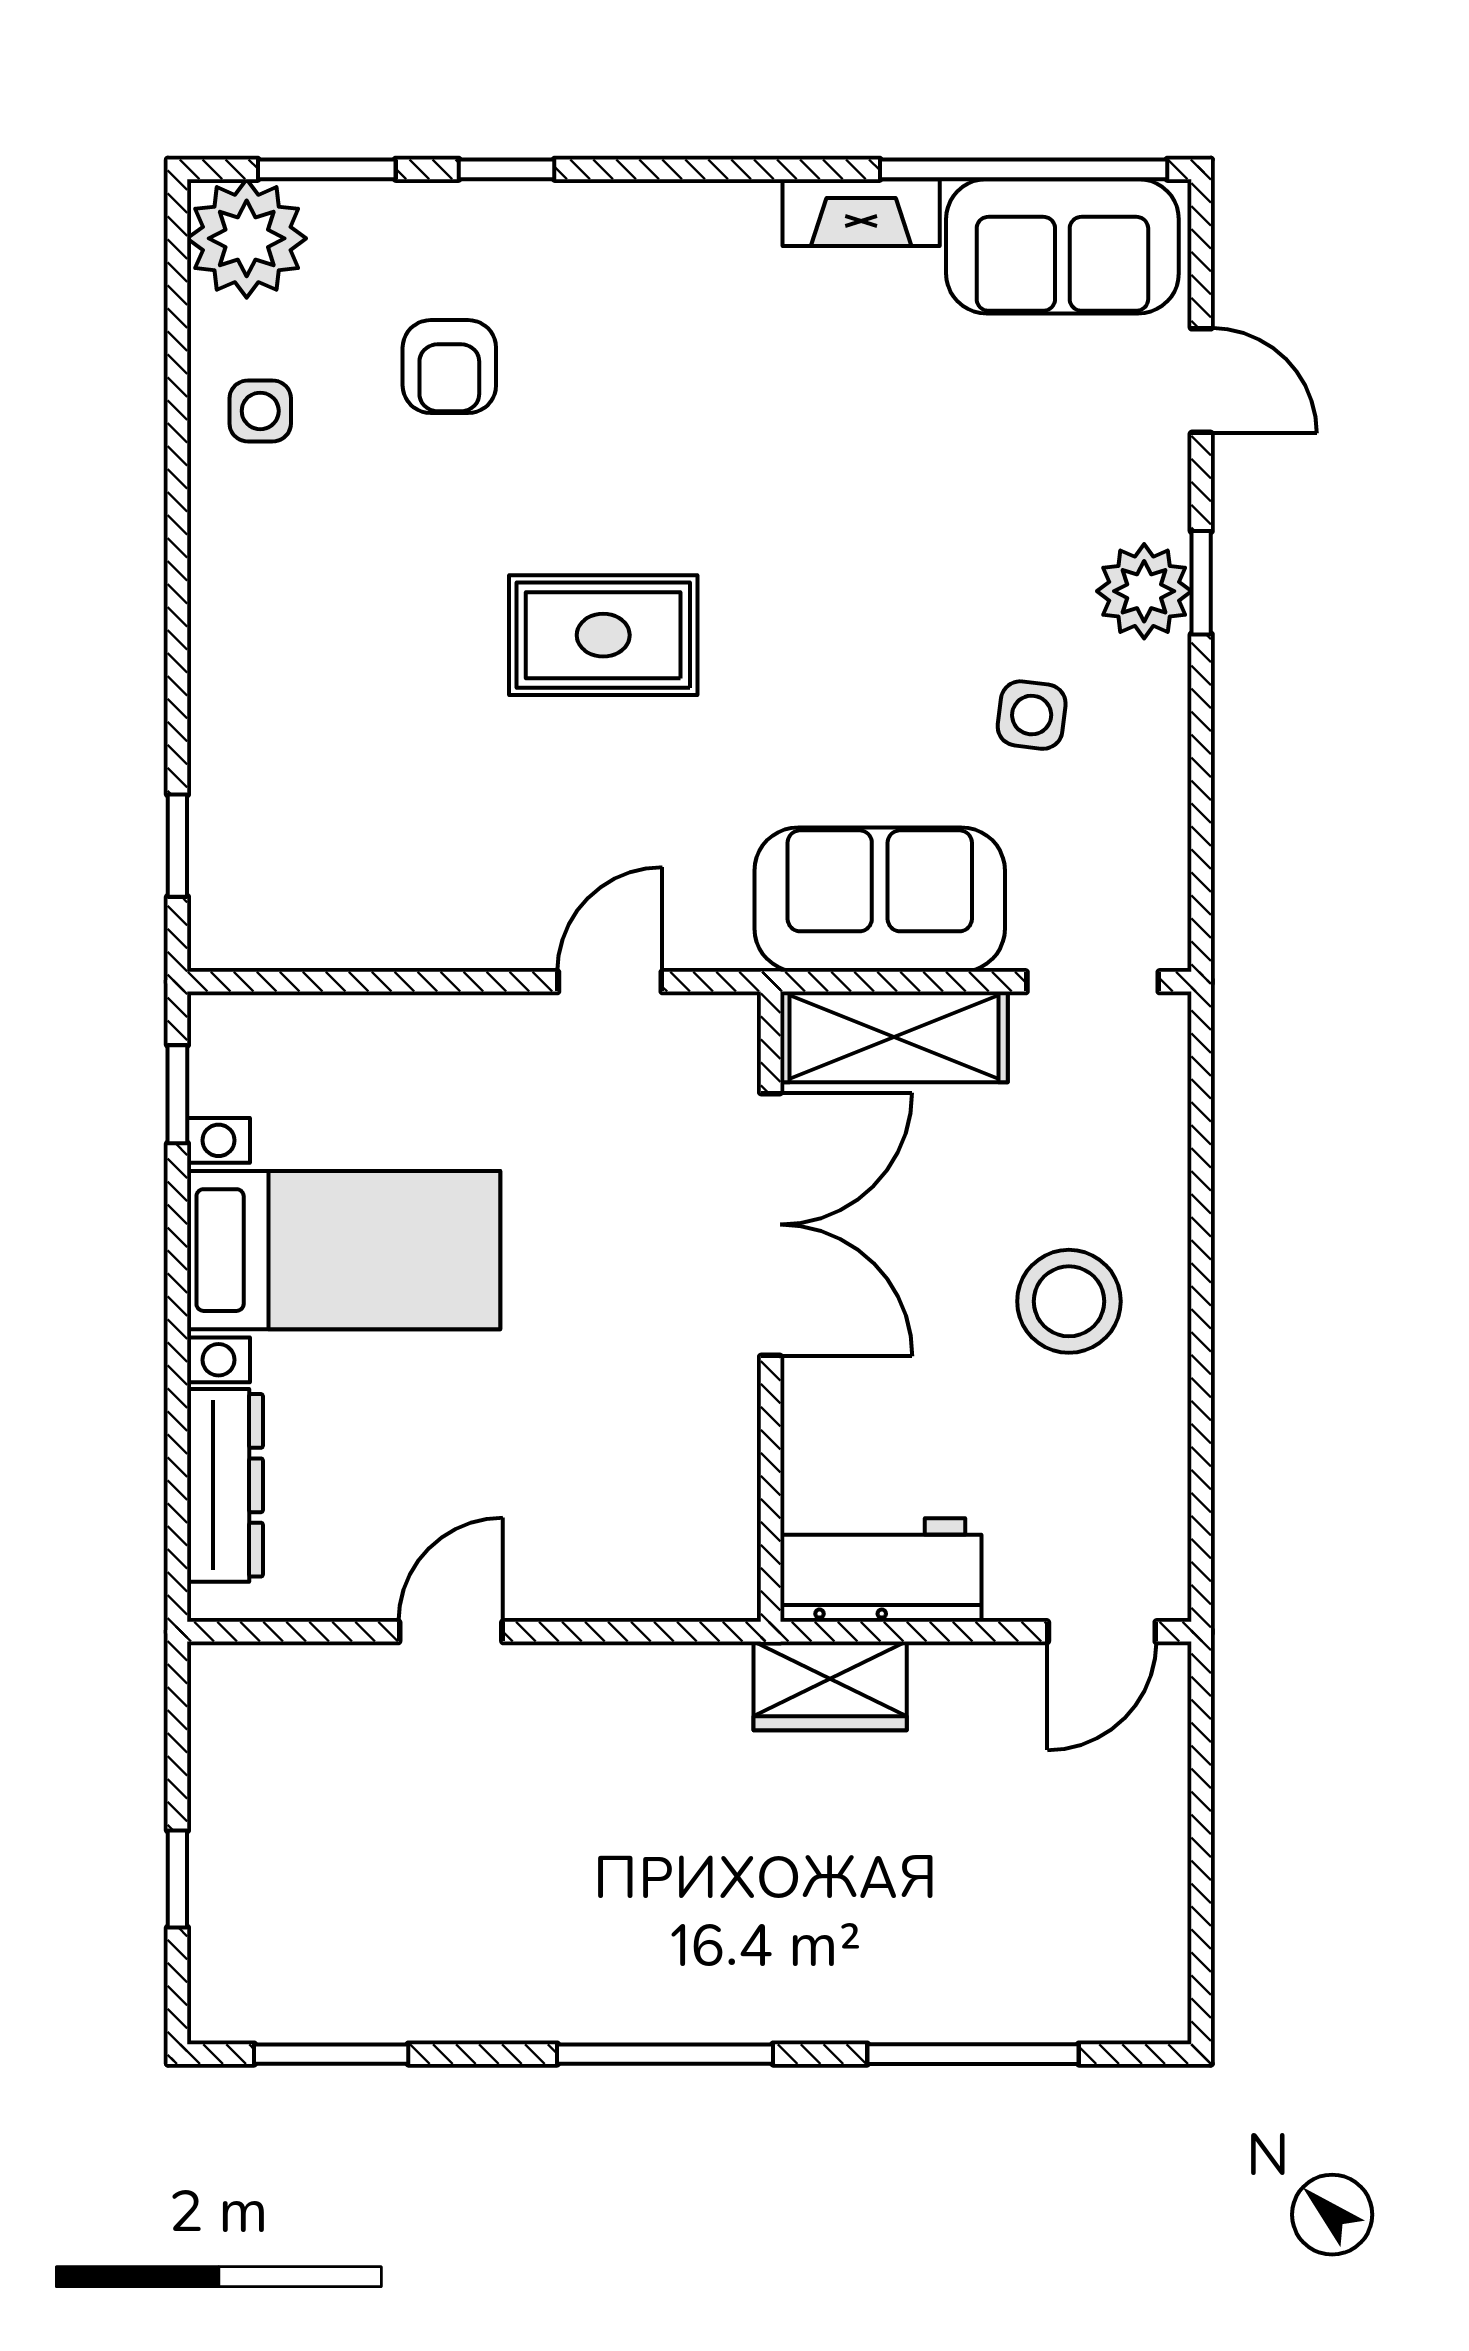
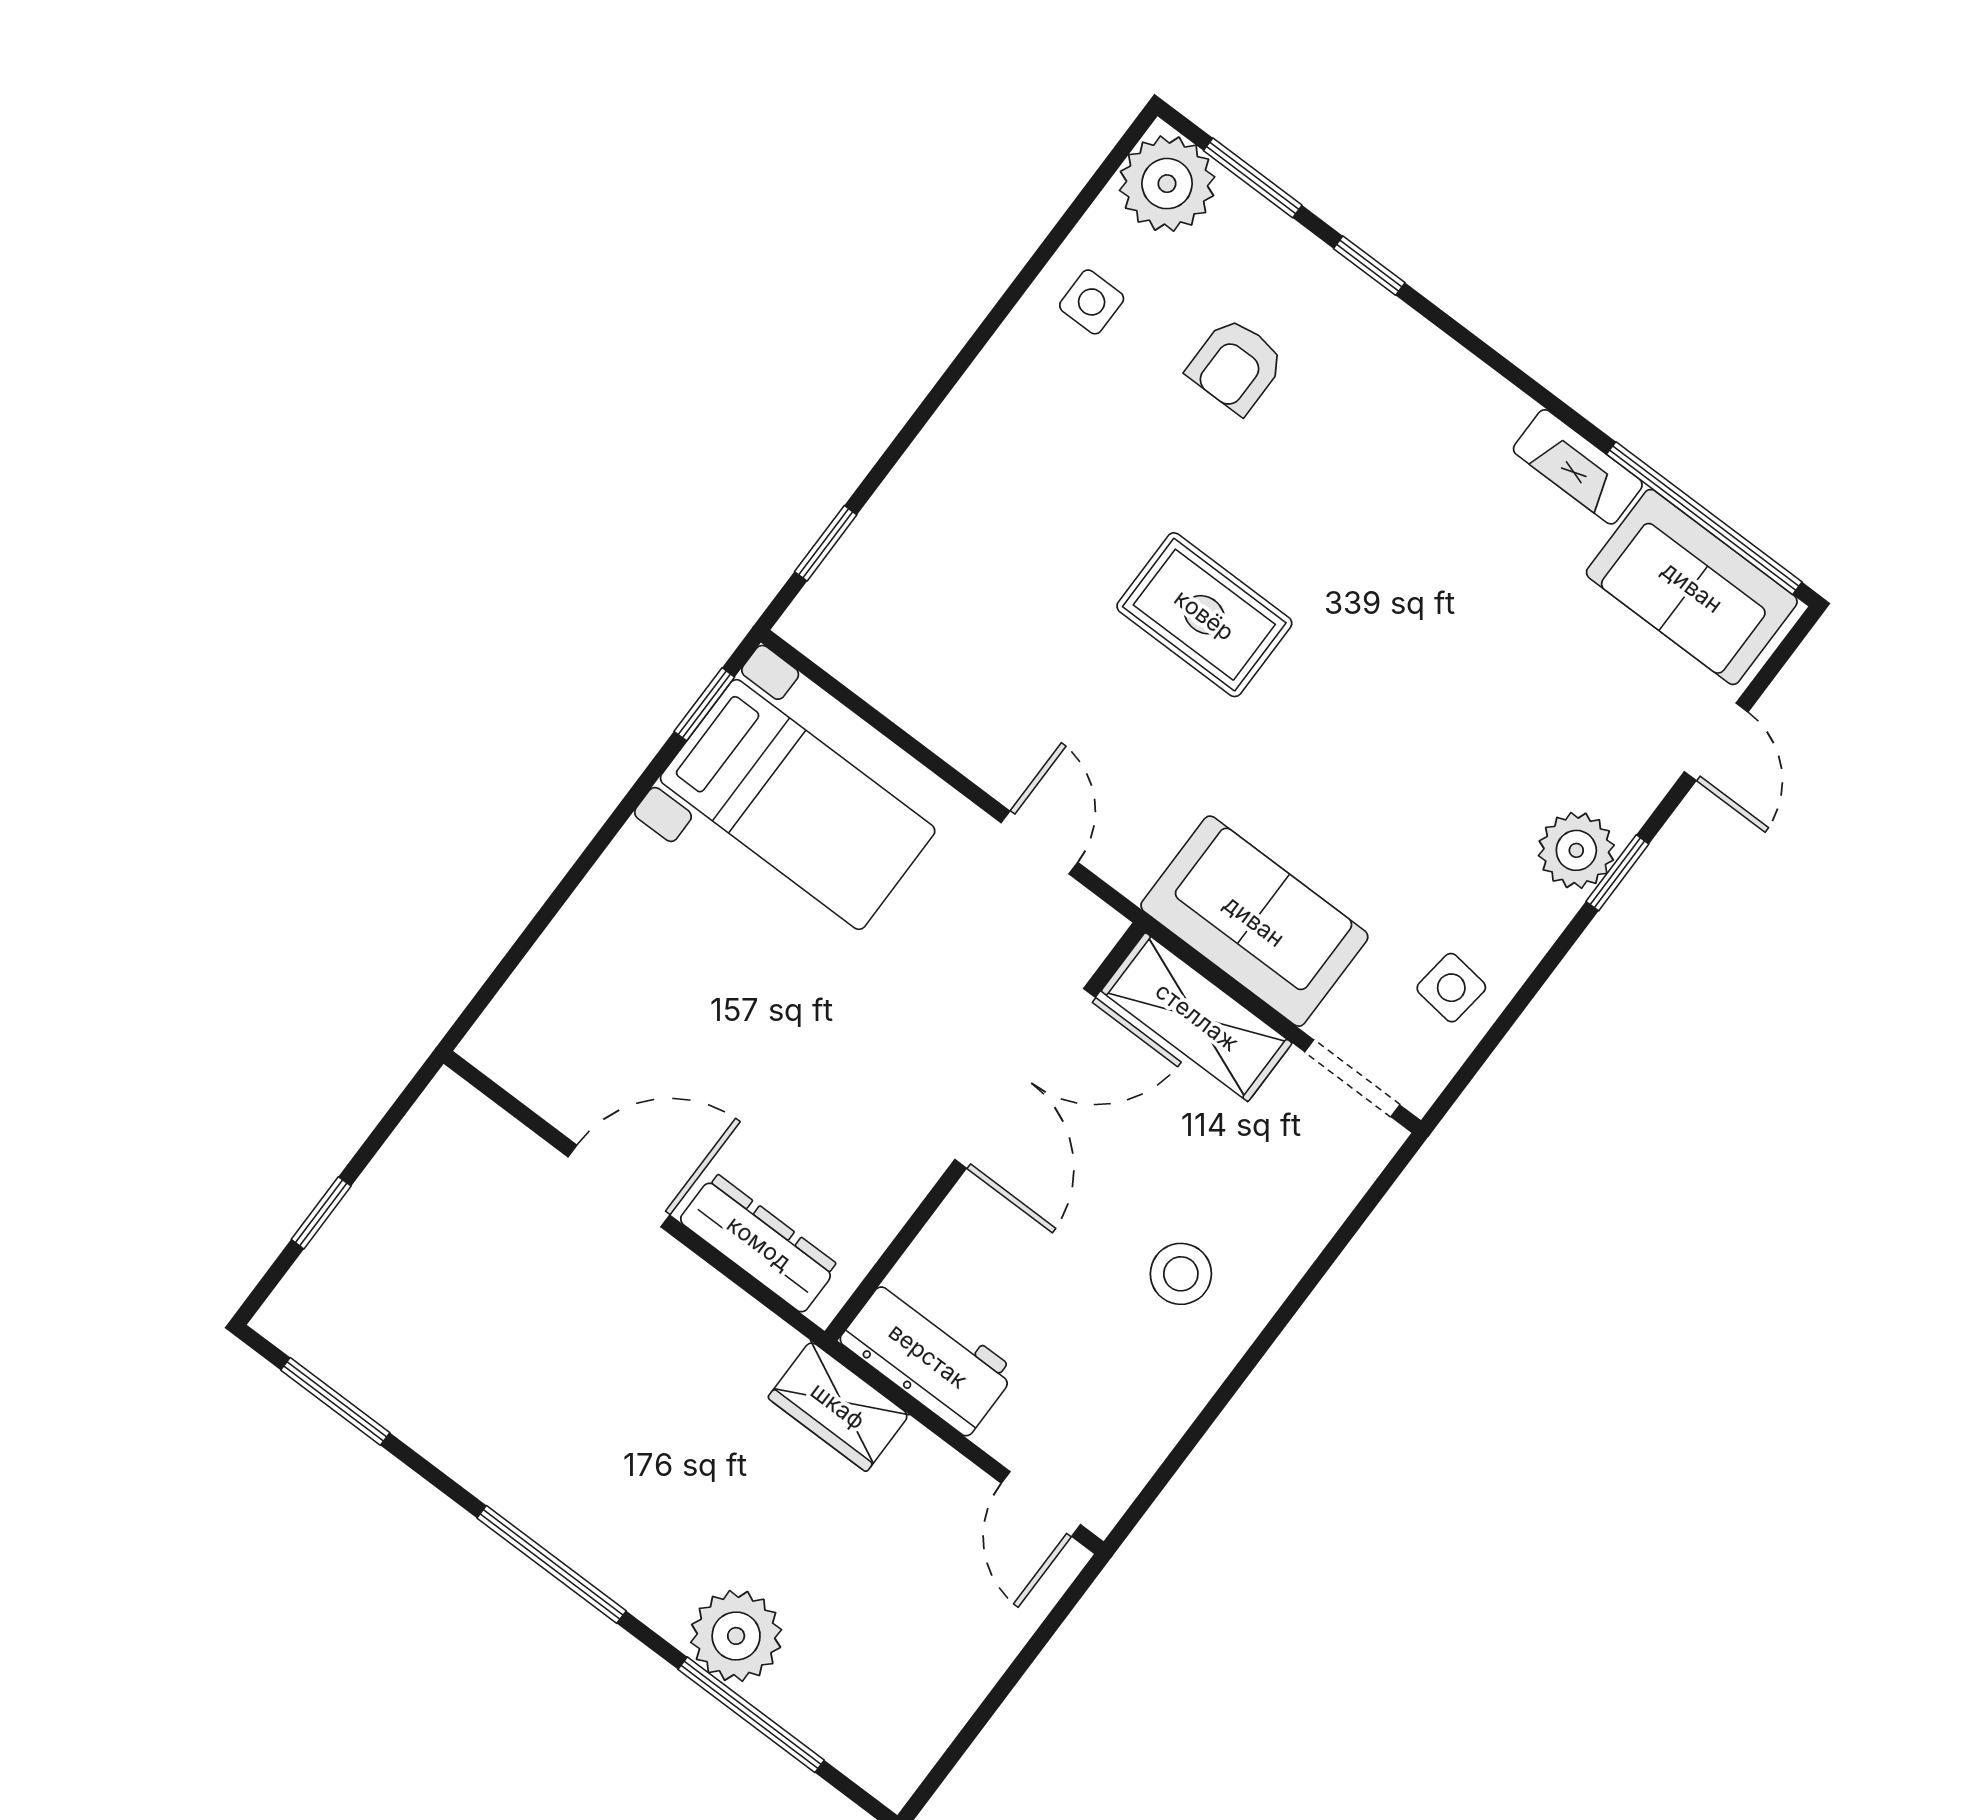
side table: (1032, 715) -> (1451, 988), moved
door: (610, 982) -> (1039, 843), hinge flipped
bed with nightstands: (344, 1250) -> (798, 805), moved
stool: (1069, 1301) -> (1181, 1274), width x0.73, depth x0.73
dresser: (225, 1485) -> (759, 1243), moved, turned -90
door: (451, 1632) -> (619, 1186), width x1.38
door: (1102, 1632) -> (1041, 1504), hinge flipped
plant: (900, 1988) -> (736, 1636), added

